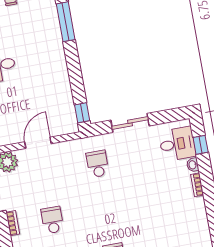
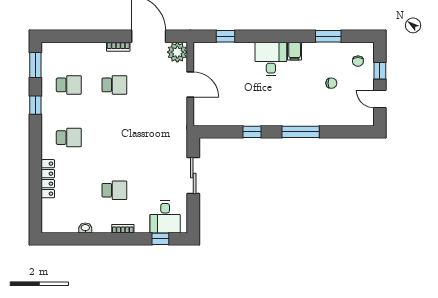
window: (82, 113) -> (252, 132), moved
school desk: (98, 164) -> (114, 190), moved
washbasin: (193, 165) -> (85, 228), moved

